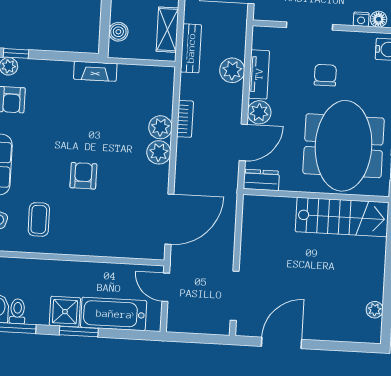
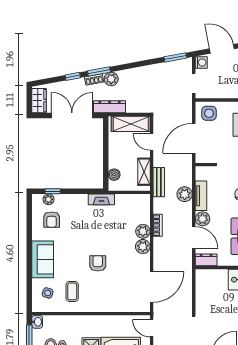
door: (243, 142) -> (194, 238), hinge flipped

